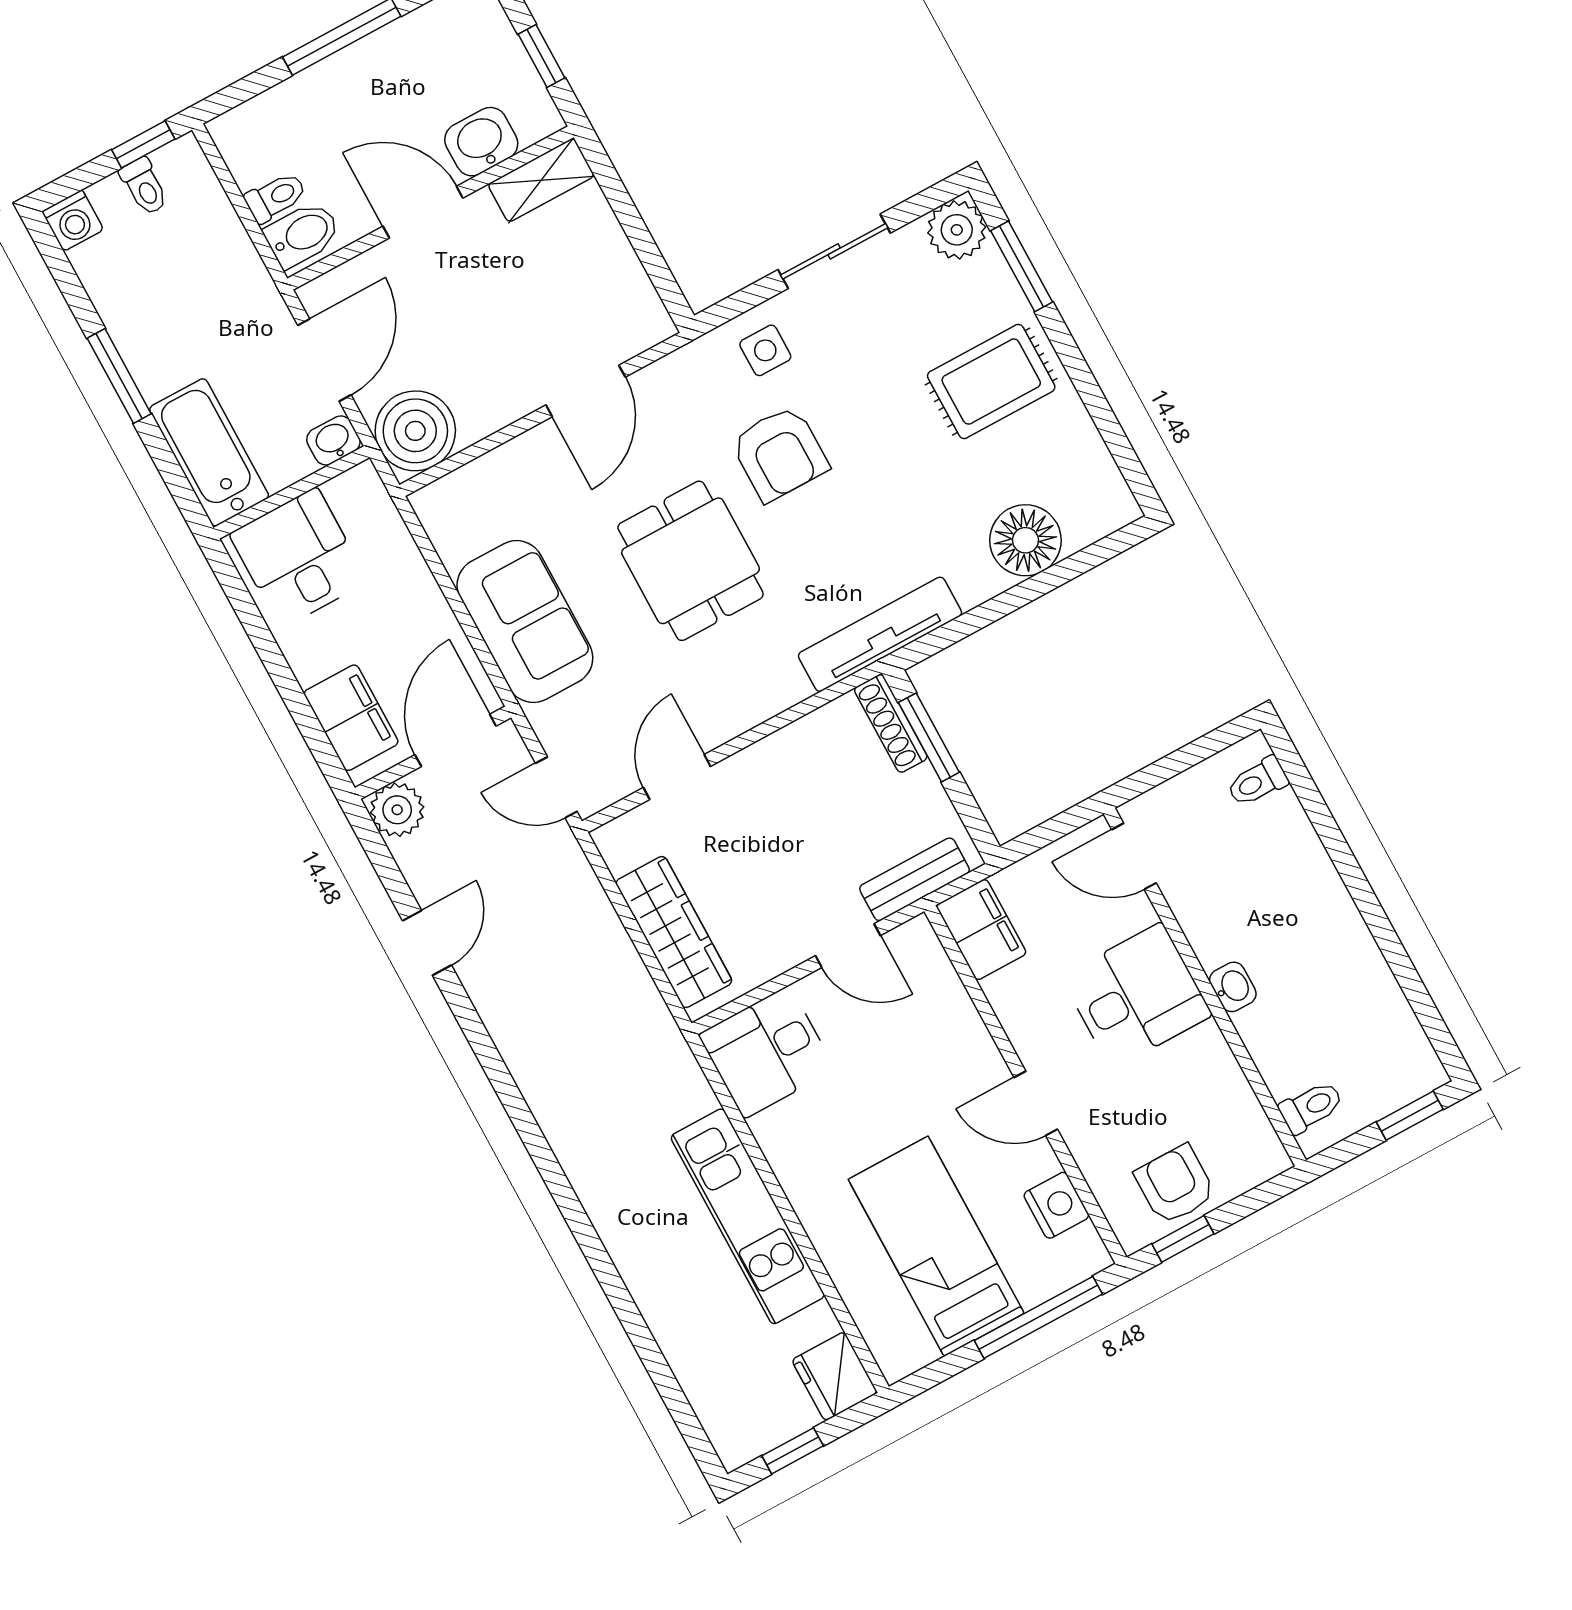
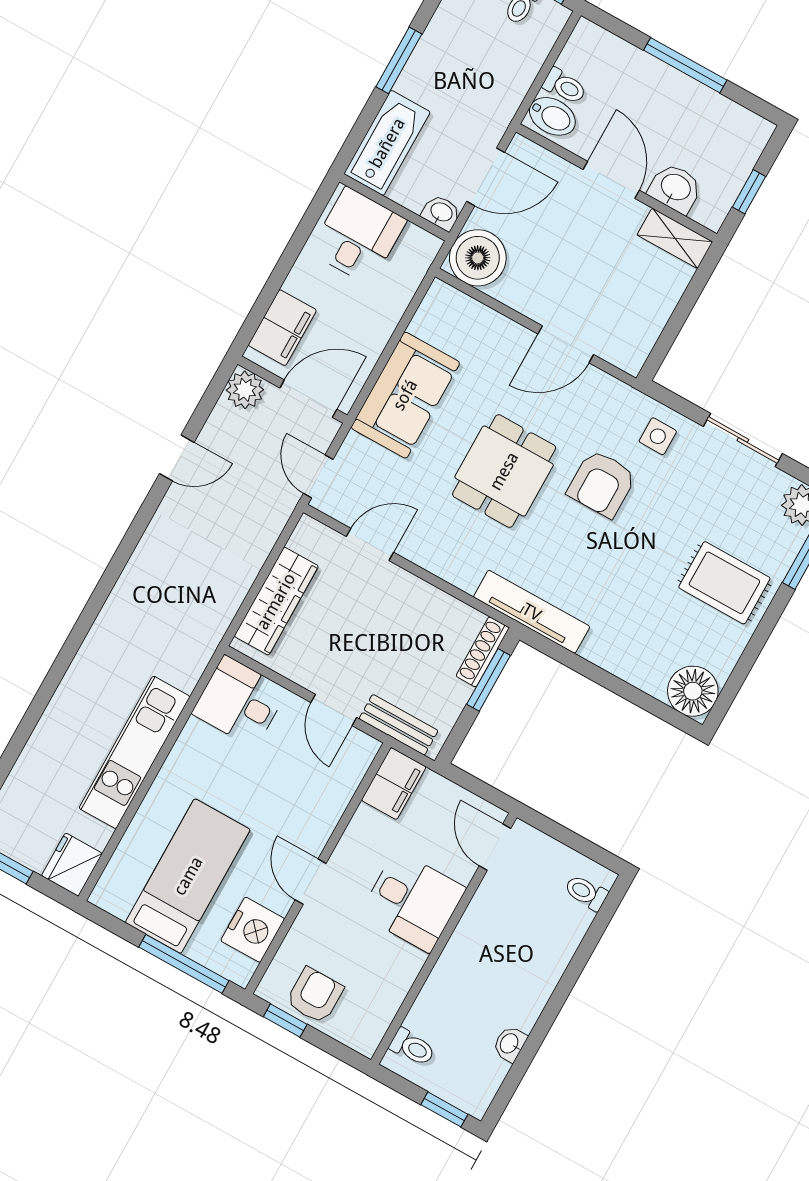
floor lamp: (1025, 540) -> (693, 691), moved
washbasin: (1233, 987) -> (510, 1044), moved, turned 180
nightstand: (1056, 1205) -> (253, 930), width x1.36, depth x1.33

